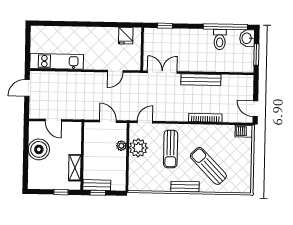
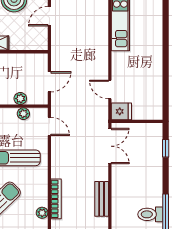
fridge: (126, 36) -> (121, 111), moved, turned 180
bench: (201, 80) -> (102, 199), width x0.73
plant: (217, 129) -> (42, 213), added
plant: (138, 148) -> (23, 114), width x0.53, depth x0.53

